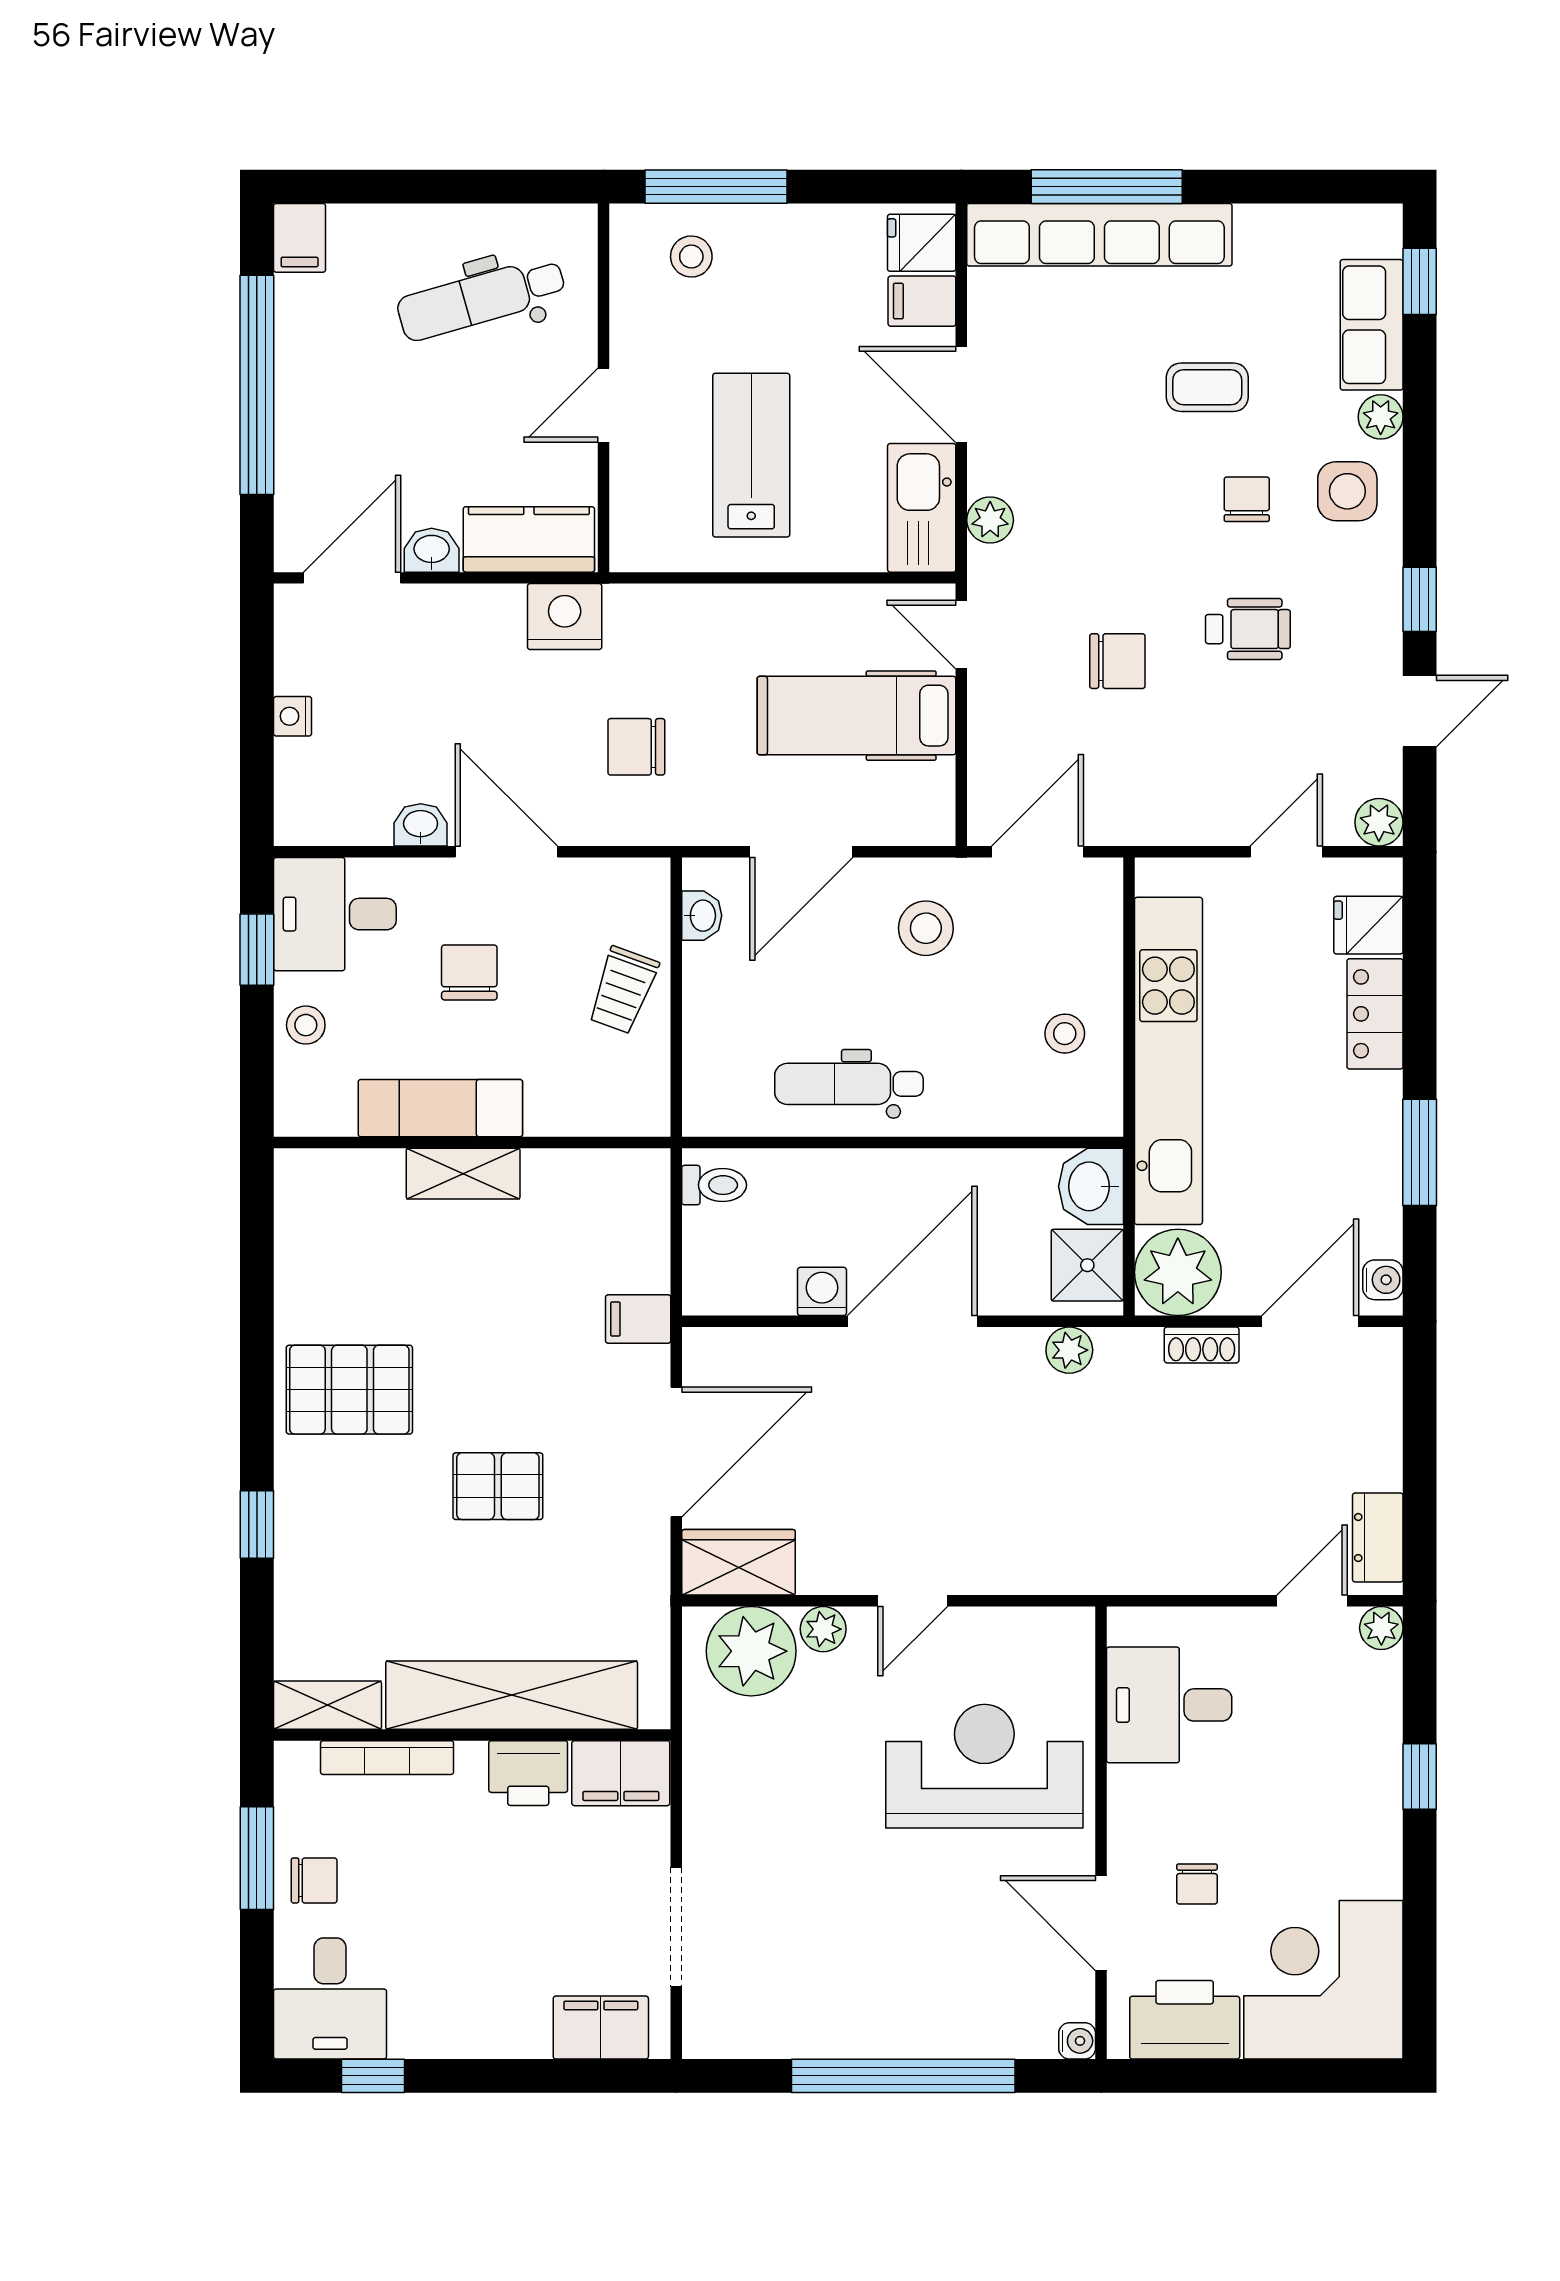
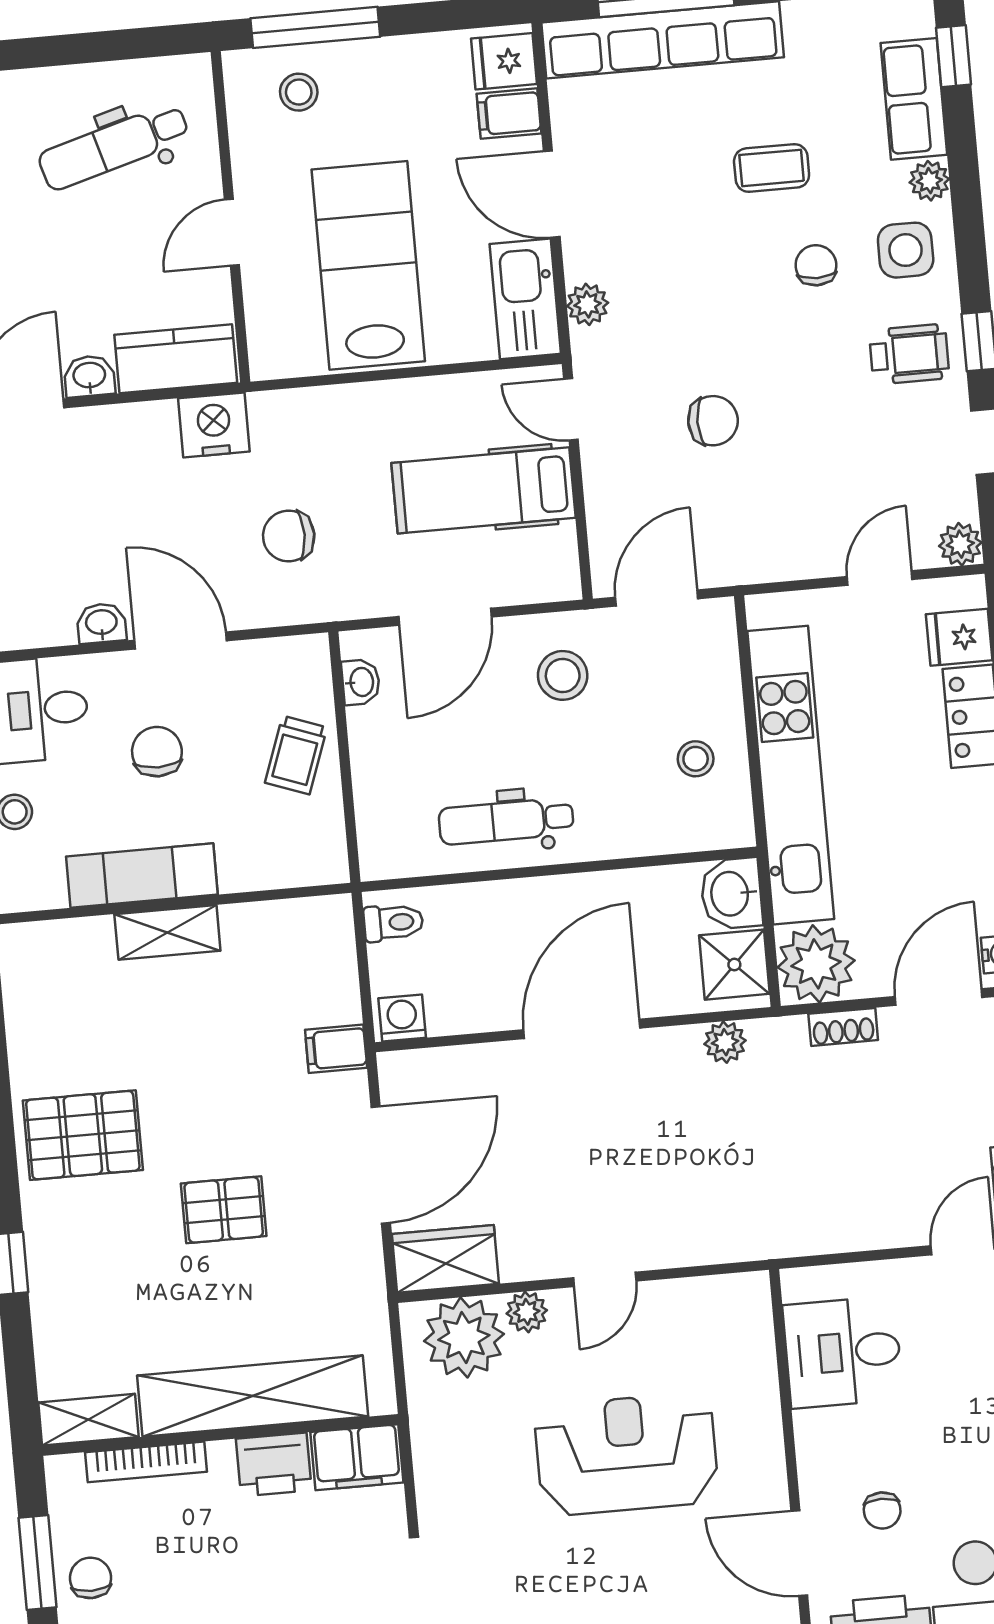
lab bench: (751, 455) -> (368, 265), width x1.36, depth x1.39
wheelchair: (1248, 629) -> (909, 354), moved
washing machine: (822, 1291) -> (402, 1018), moved
reception desk: (984, 1766) -> (626, 1454), moved
chair: (314, 1880) -> (90, 1578), turned -90

